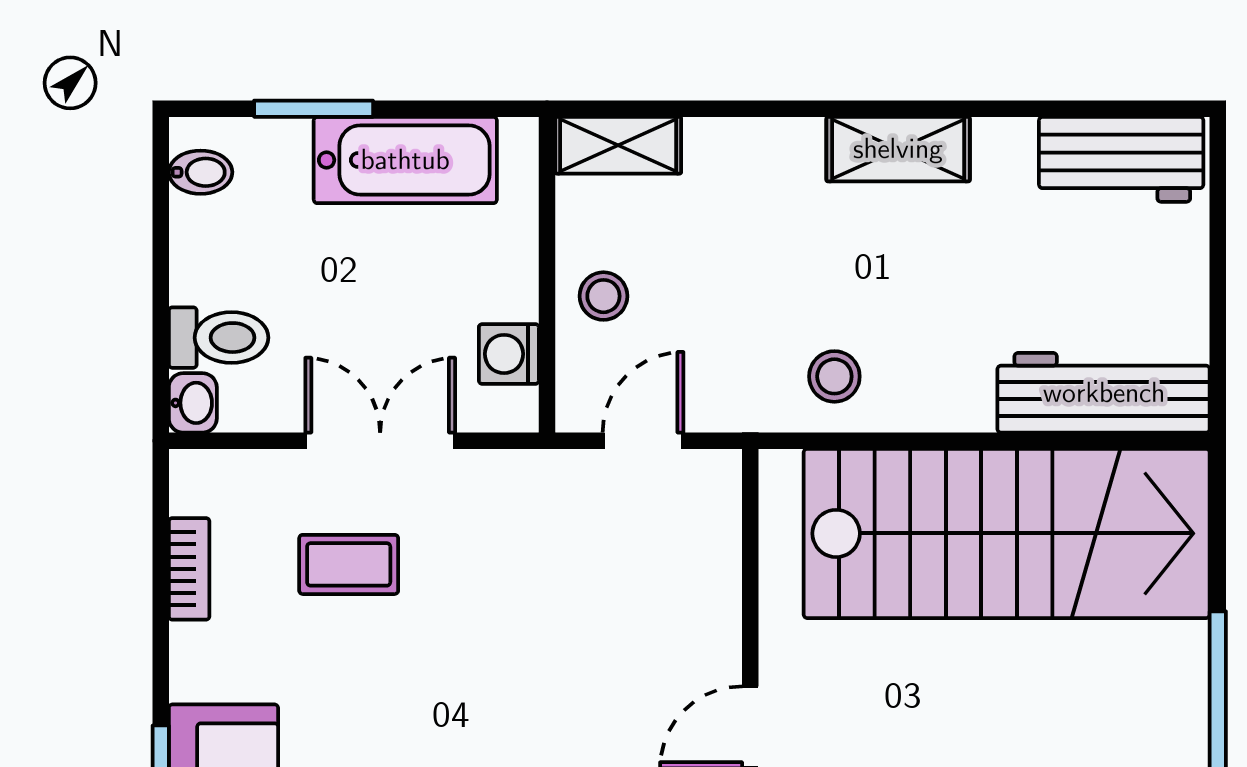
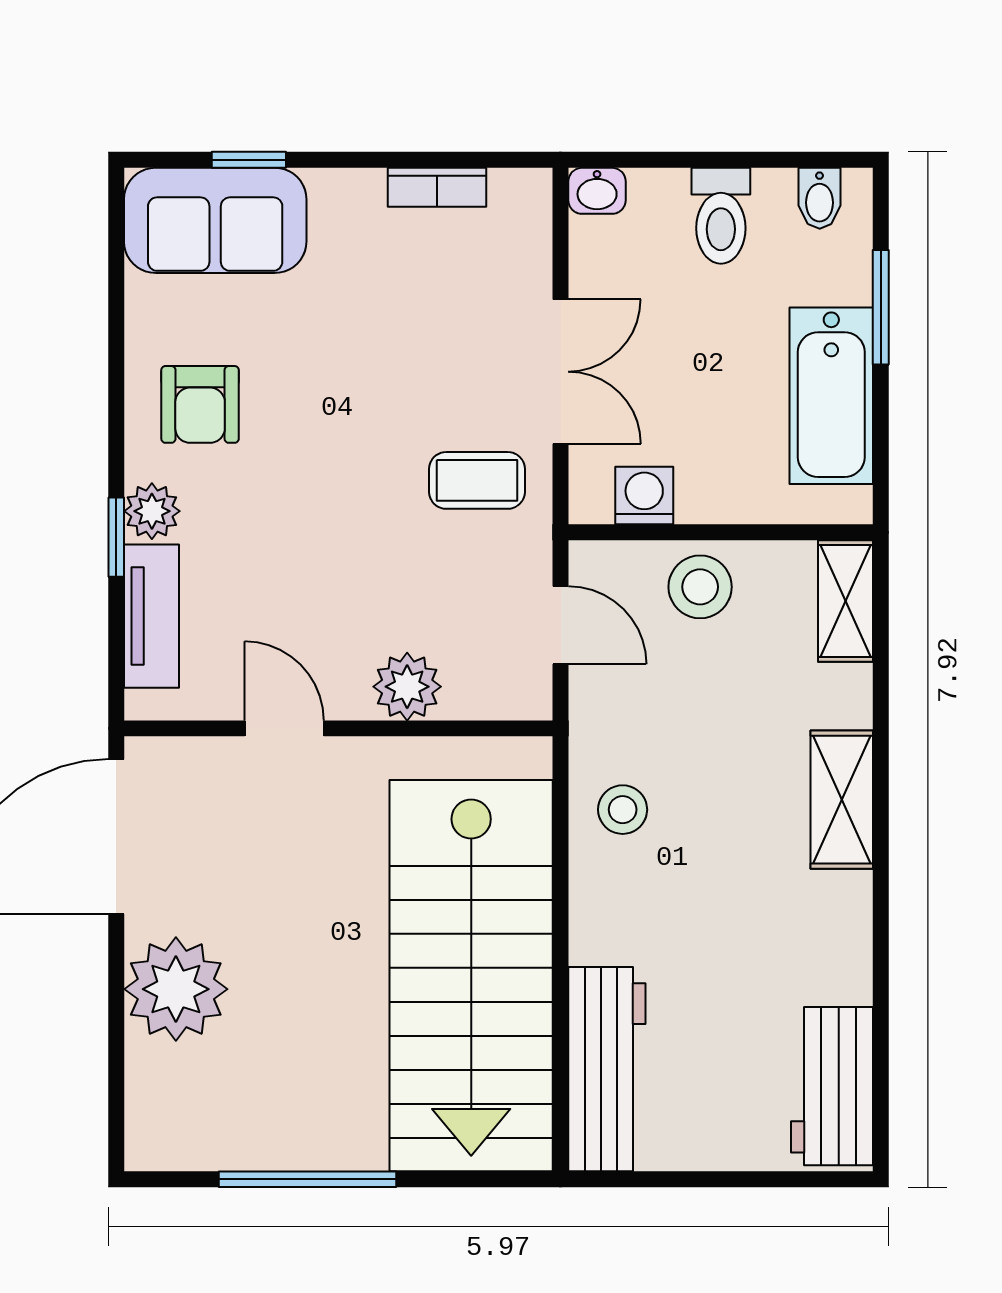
shelving: (898, 149) -> (842, 800), moved
stool: (603, 296) -> (700, 587), width x1.37, depth x1.37
toilet: (219, 338) -> (721, 216), moved
coffee table: (349, 564) -> (477, 480), moved, turned 90
plant: (707, 600) -> (407, 687), added

